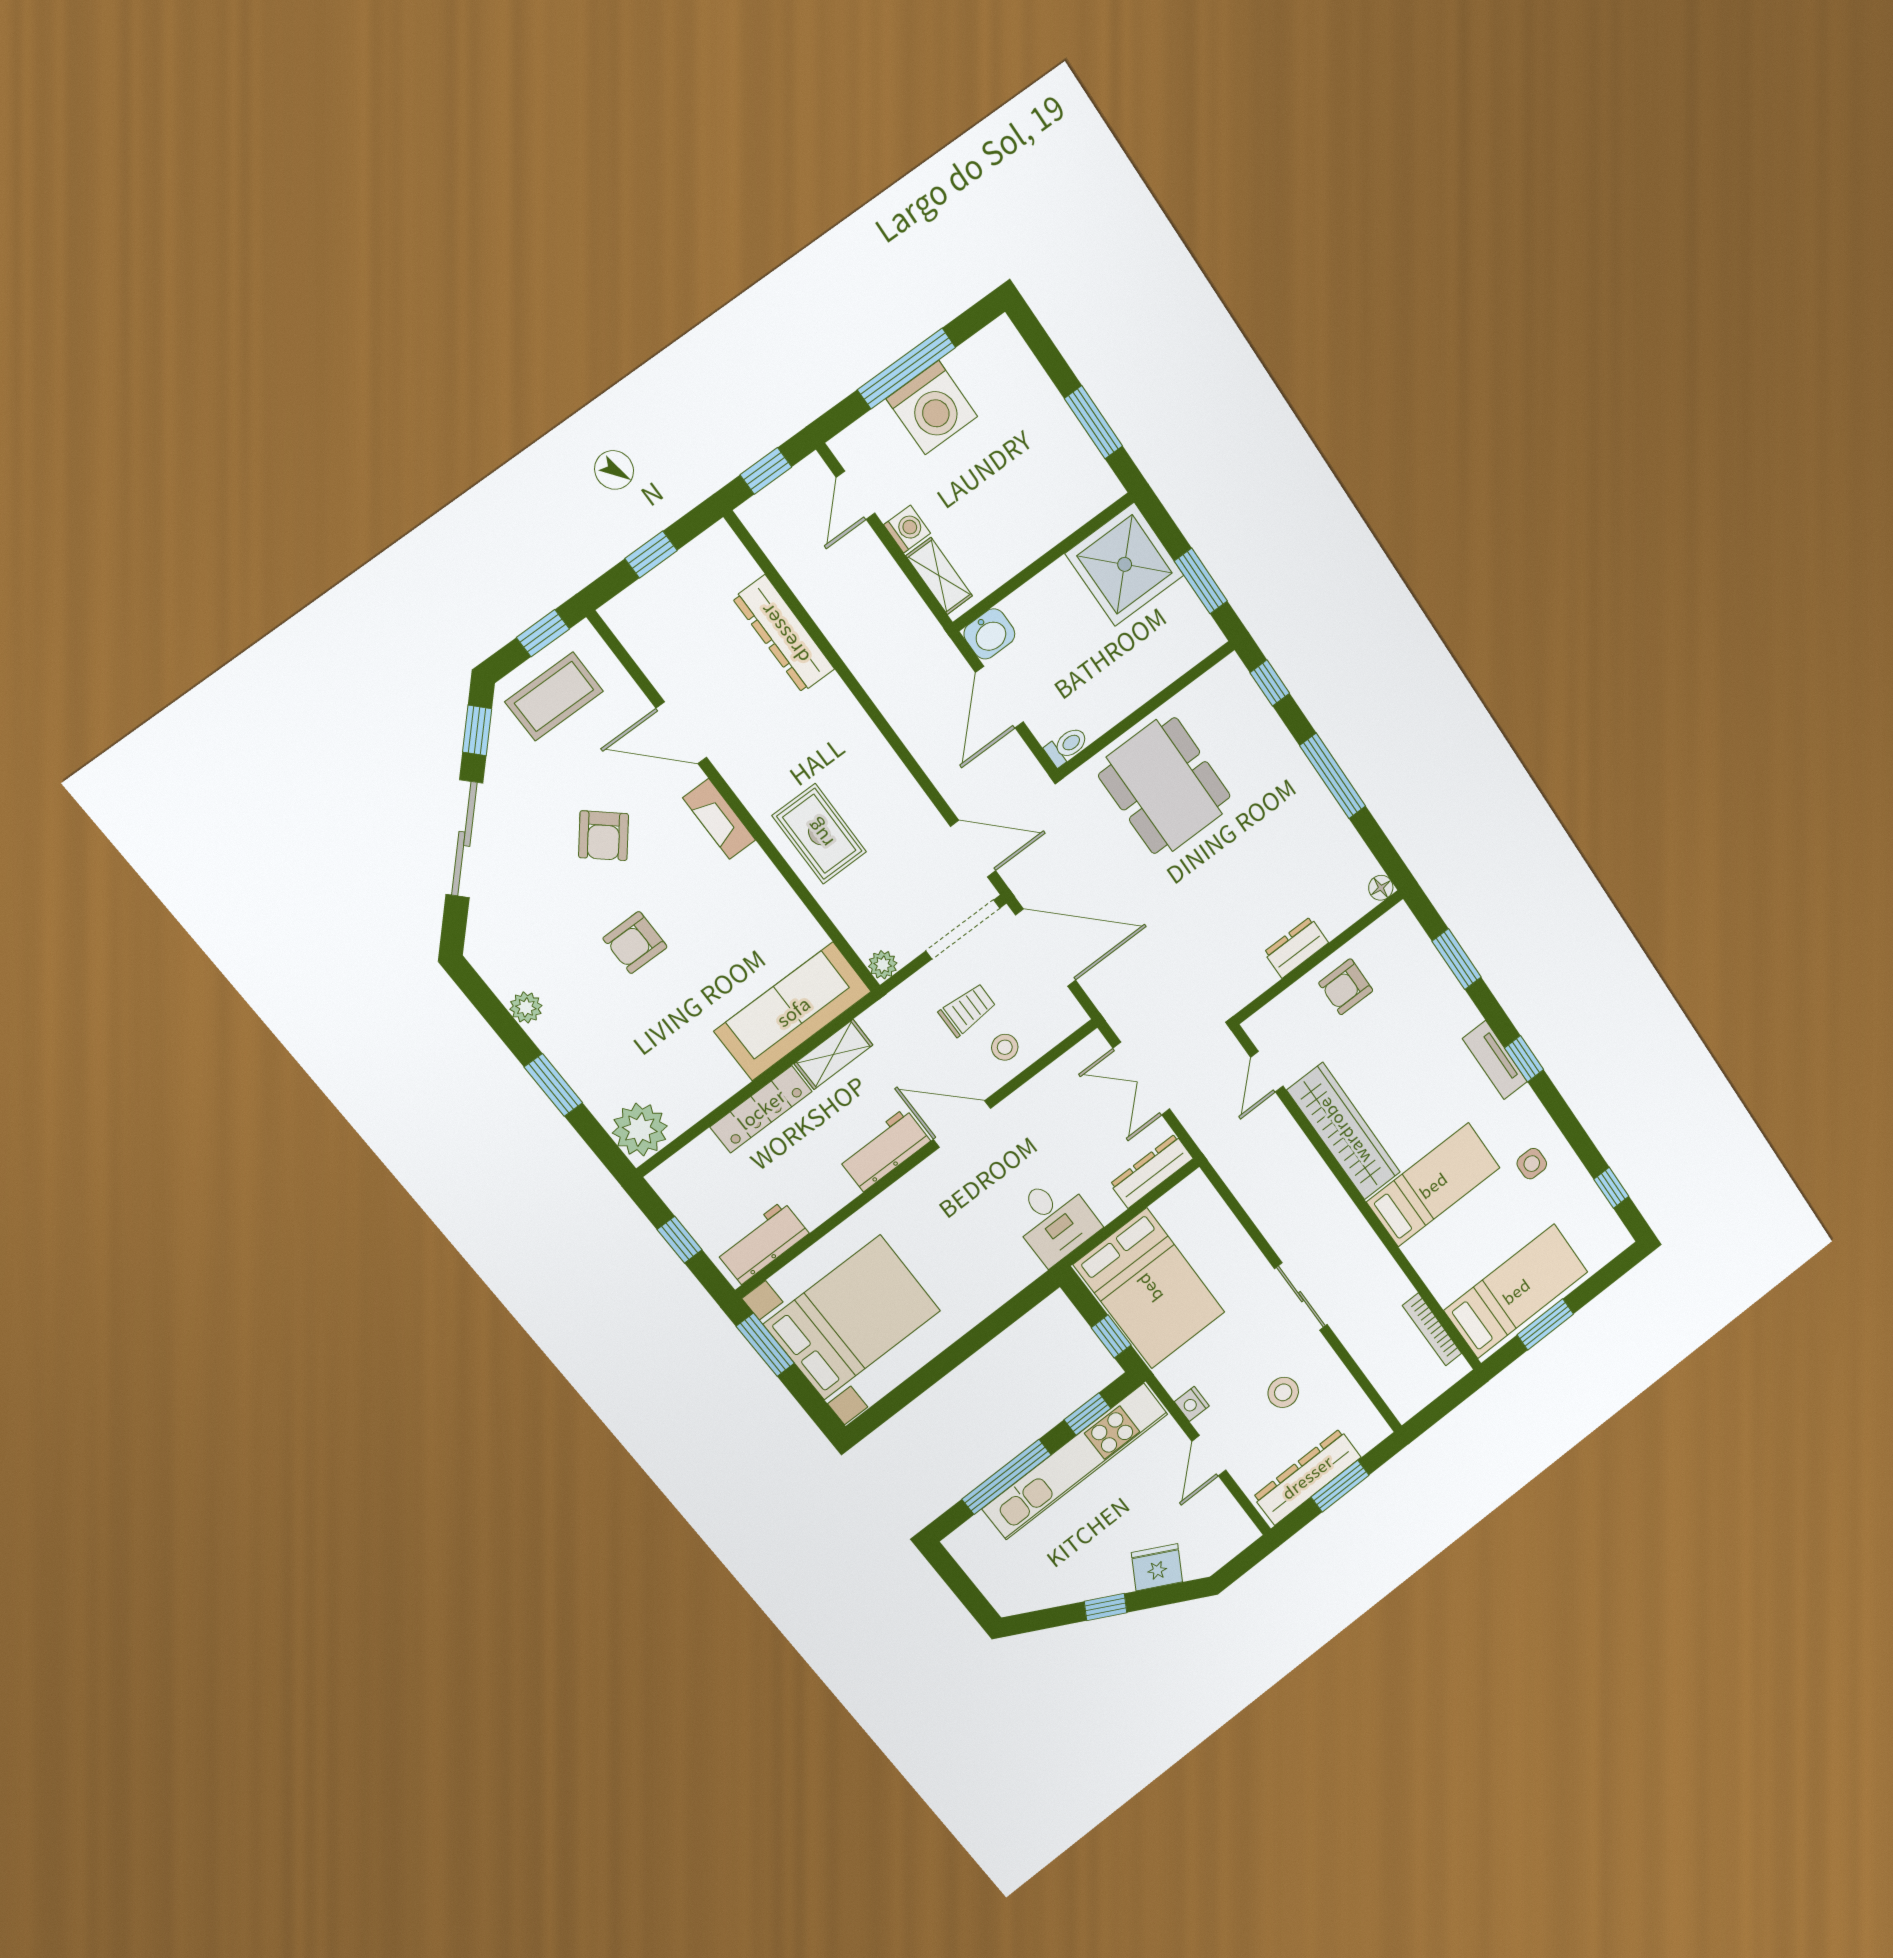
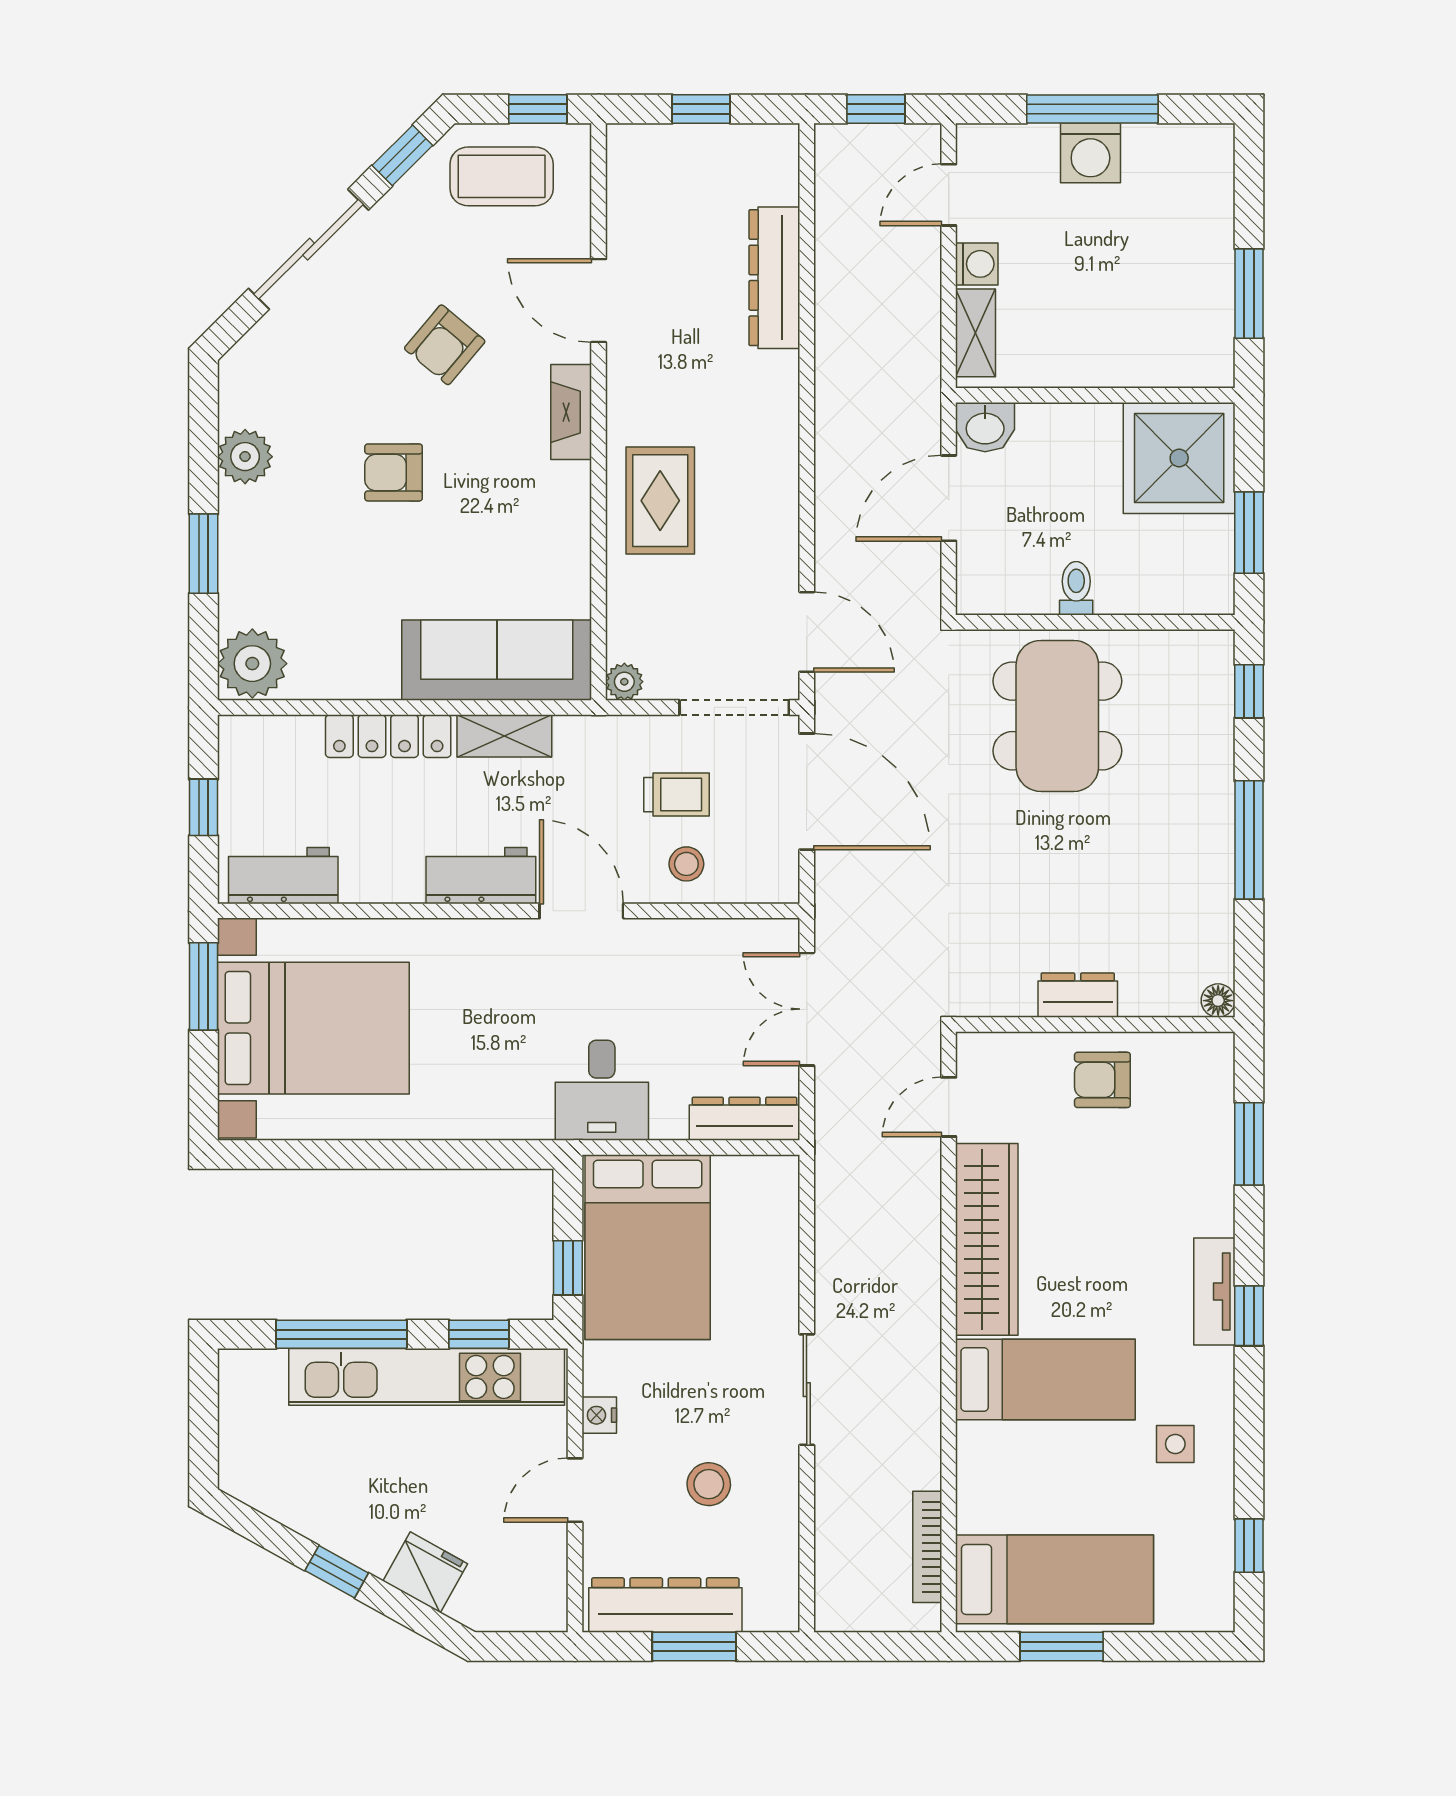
washing machine: (932, 408) -> (1090, 153), width x0.73, depth x0.73
toilet: (1067, 746) -> (1076, 588), moved, turned -90
plant: (526, 1007) -> (245, 457), width x1.38, depth x1.38

